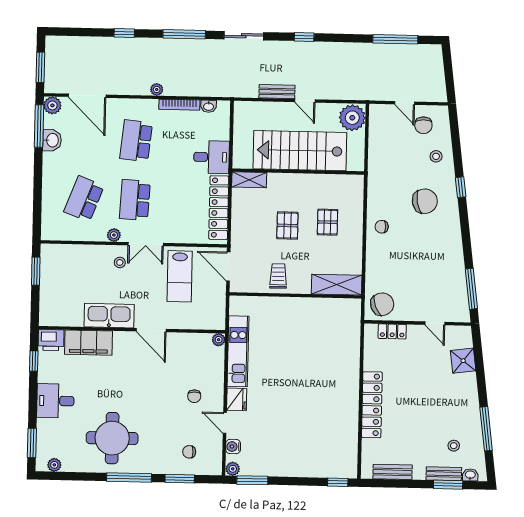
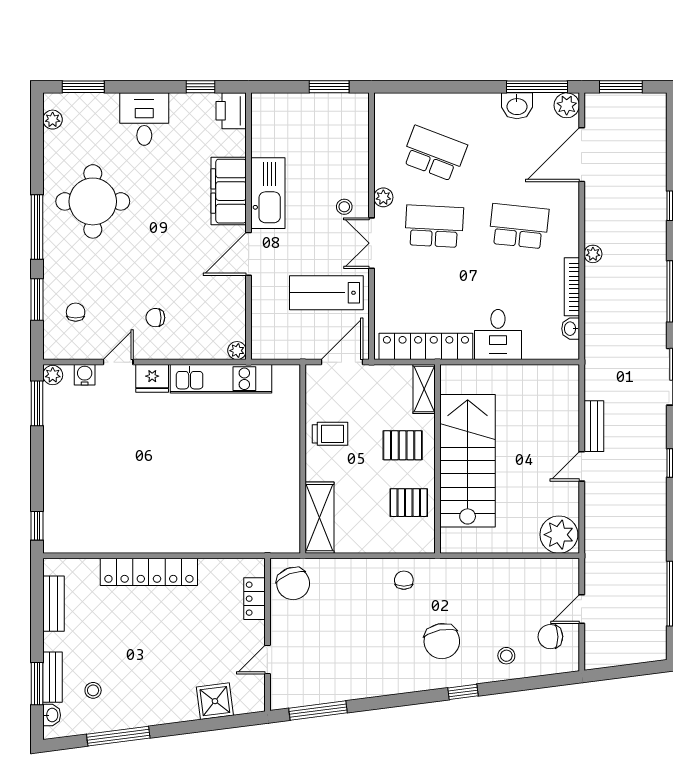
stairs: (300, 151) -> (468, 461), moved
wall: (298, 172) -> (438, 459), moved
shelving: (249, 180) -> (424, 389), moved
filing cabinet: (89, 343) -> (229, 191), moved

